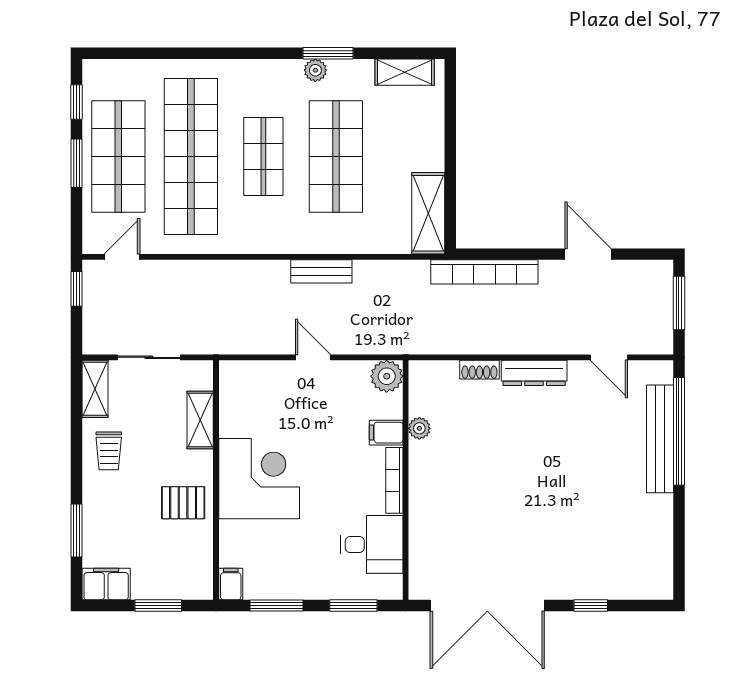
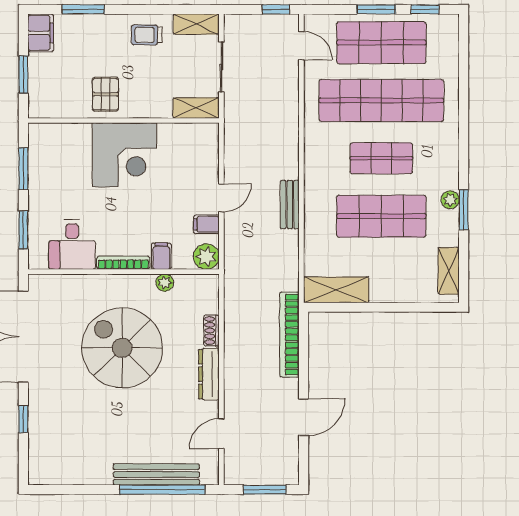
shelving: (200, 420) -> (196, 108), moved
spiral stairs: (501, 482) -> (122, 348), added
filing cabinet: (231, 584) -> (206, 224), moved, turned 180

